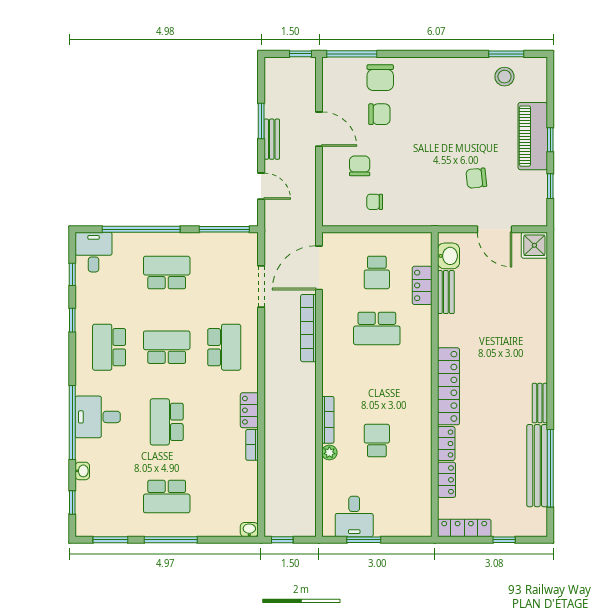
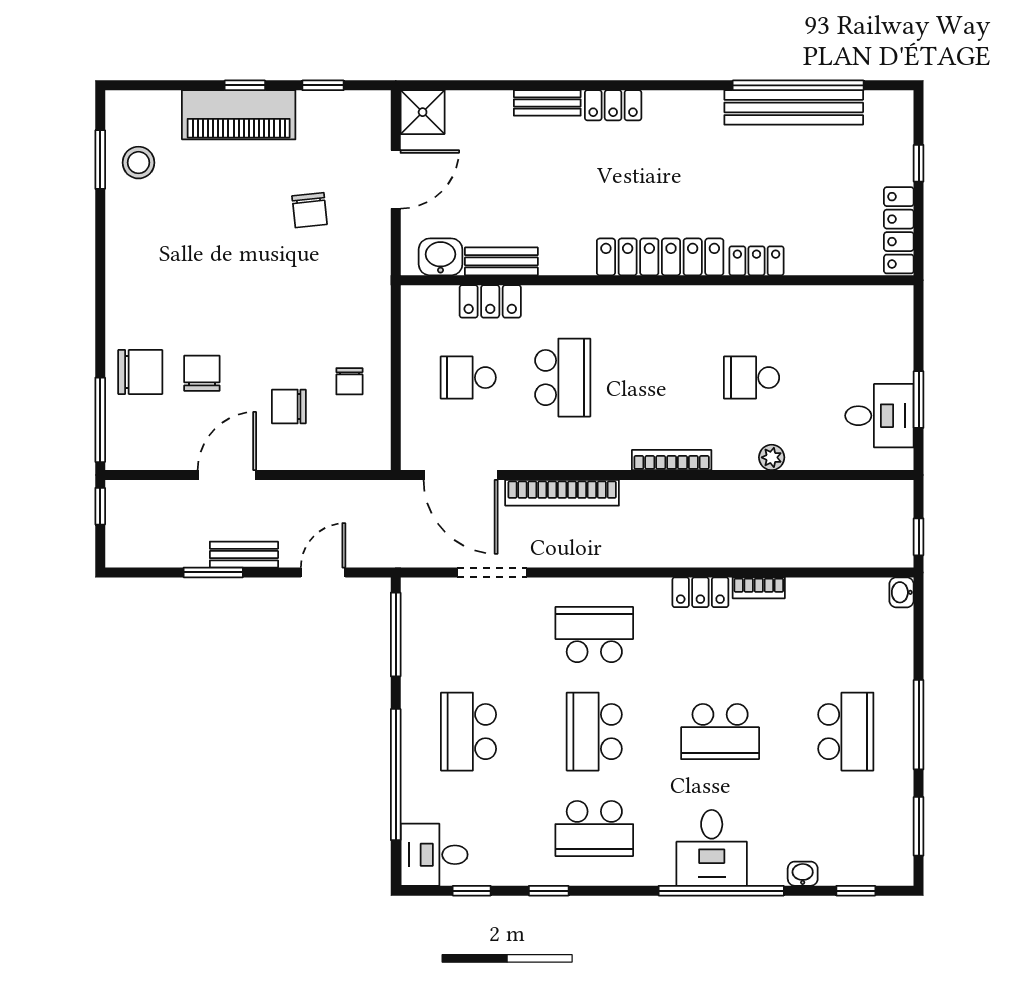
school desk: (377, 272) -> (468, 378), turned 180
bench: (540, 403) -> (547, 103), moved
bookcase: (328, 420) -> (672, 460), moved
locker: (446, 480) -> (613, 105), moved, turned 180

